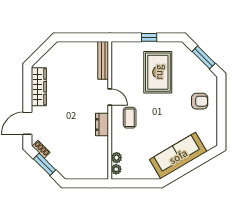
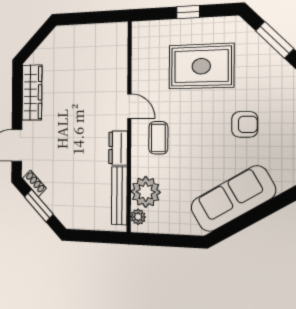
bench: (103, 60) -> (119, 196), moved
rug: (158, 72) -> (201, 66), turned 90
armchair: (200, 101) -> (245, 124), moved
plant: (117, 158) -> (146, 192), width x1.88, depth x1.88

